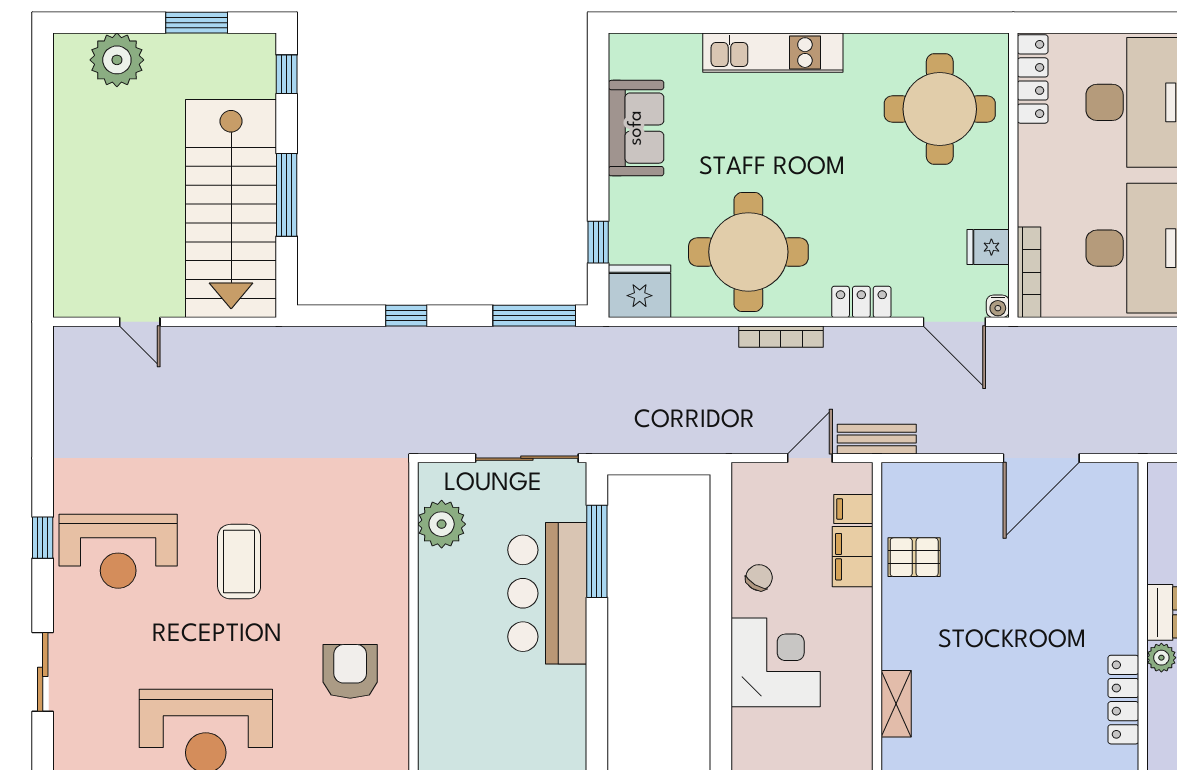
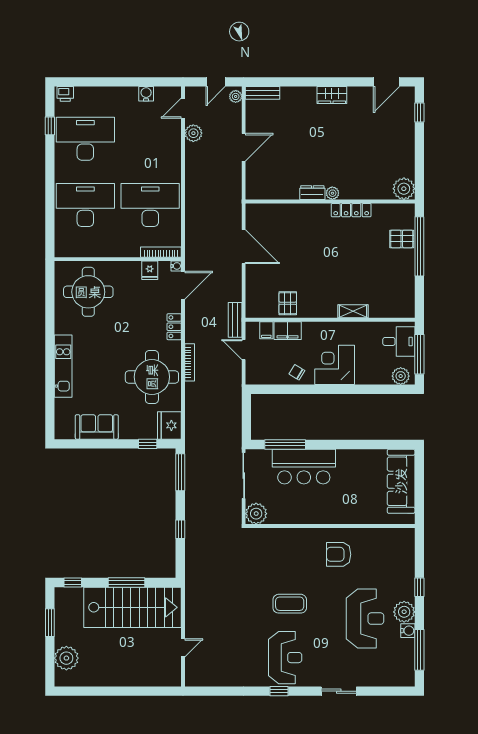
locker: (1033, 79) -> (75, 250), removed
plant: (442, 524) -> (256, 514), moved

